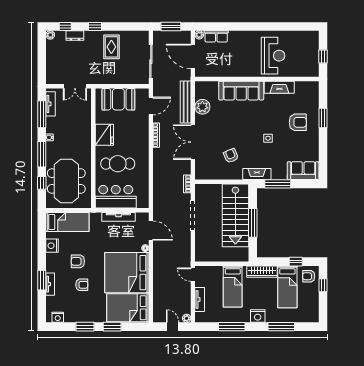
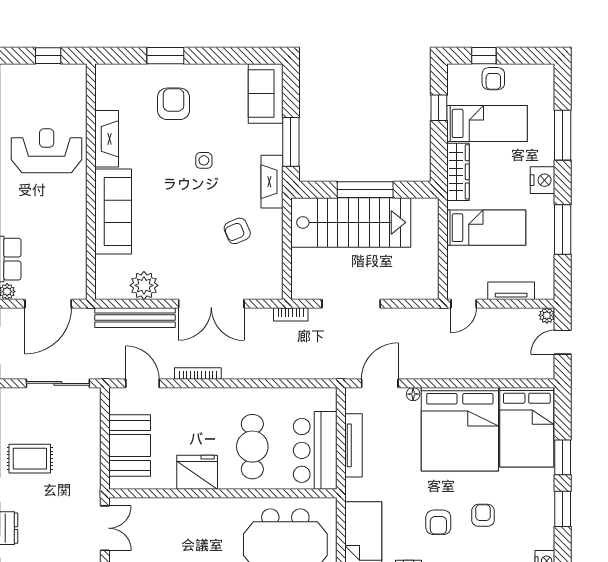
armchair: (309, 276) -> (493, 79), moved

